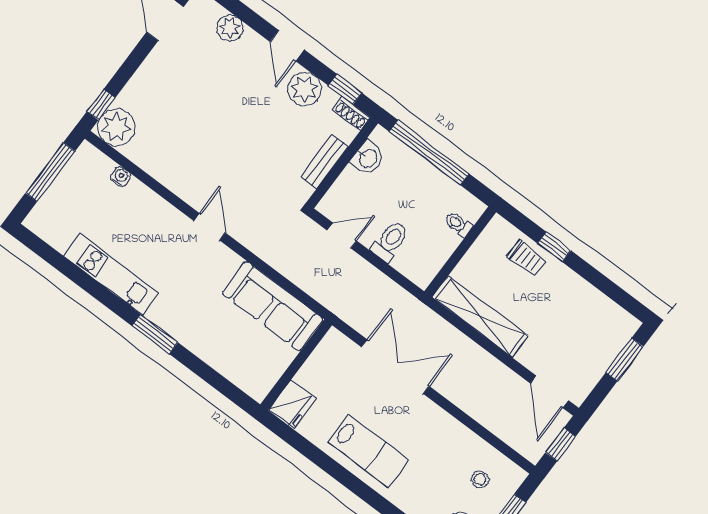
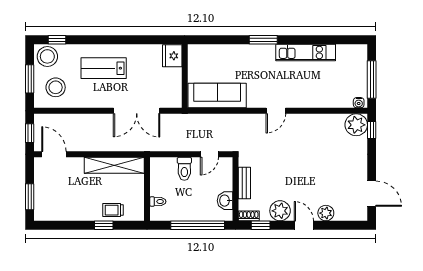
plant: (230, 28) -> (326, 213), moved
water cooler: (121, 177) -> (359, 103), moved
door: (210, 227) -> (276, 111), hinge flipped
lab bench: (369, 451) -> (104, 68), moved
stool: (480, 479) -> (56, 87), width x1.89, depth x1.89

